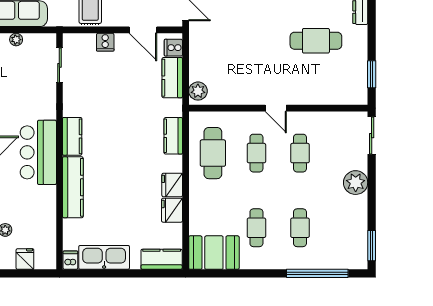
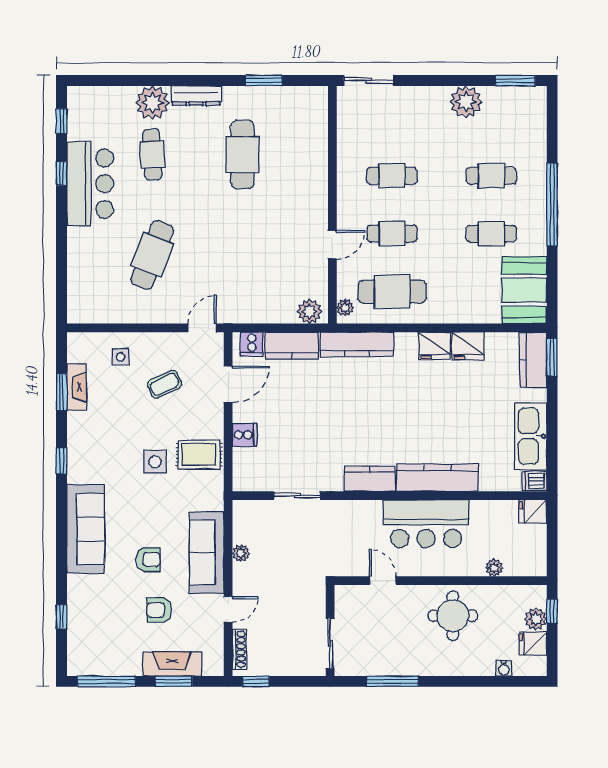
sliding door: (59, 65) -> (297, 496), moved
window: (372, 74) -> (264, 80), moved
door: (276, 108) -> (332, 245), moved
plant: (201, 118) -> (345, 308), added
kitchen counter: (173, 136) -> (357, 344), width x1.50
bar counter: (38, 152) -> (426, 524), moved
plant: (356, 183) -> (466, 102), moved
fridge: (25, 259) -> (533, 512), moved
window: (164, 273) -> (552, 357), added
window: (317, 273) -> (552, 205), moved

